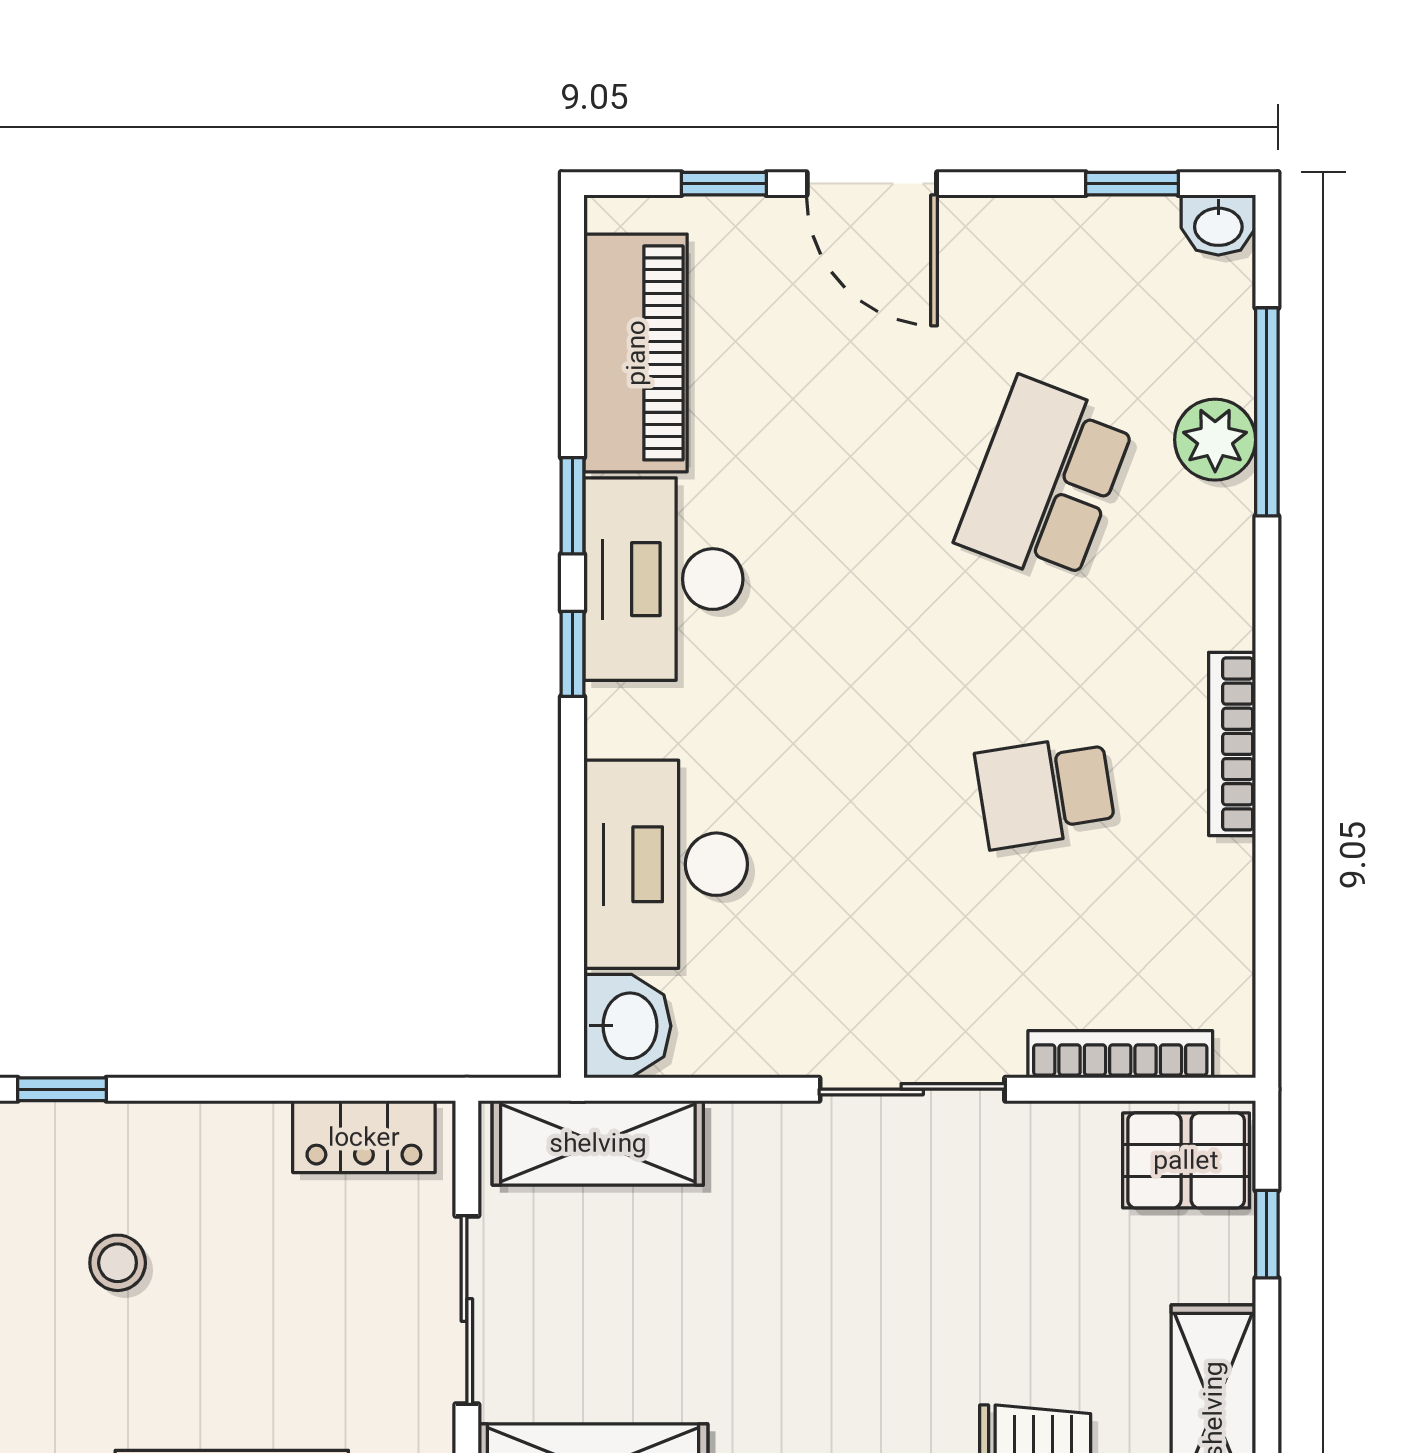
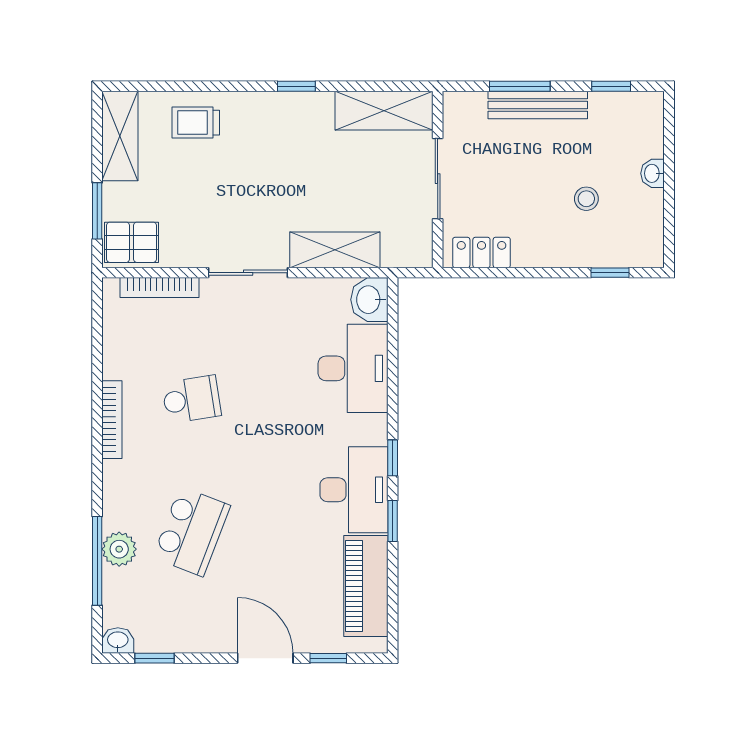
shelving: (598, 1143) -> (335, 250), moved
window: (1267, 1234) -> (97, 211), width x1.50

